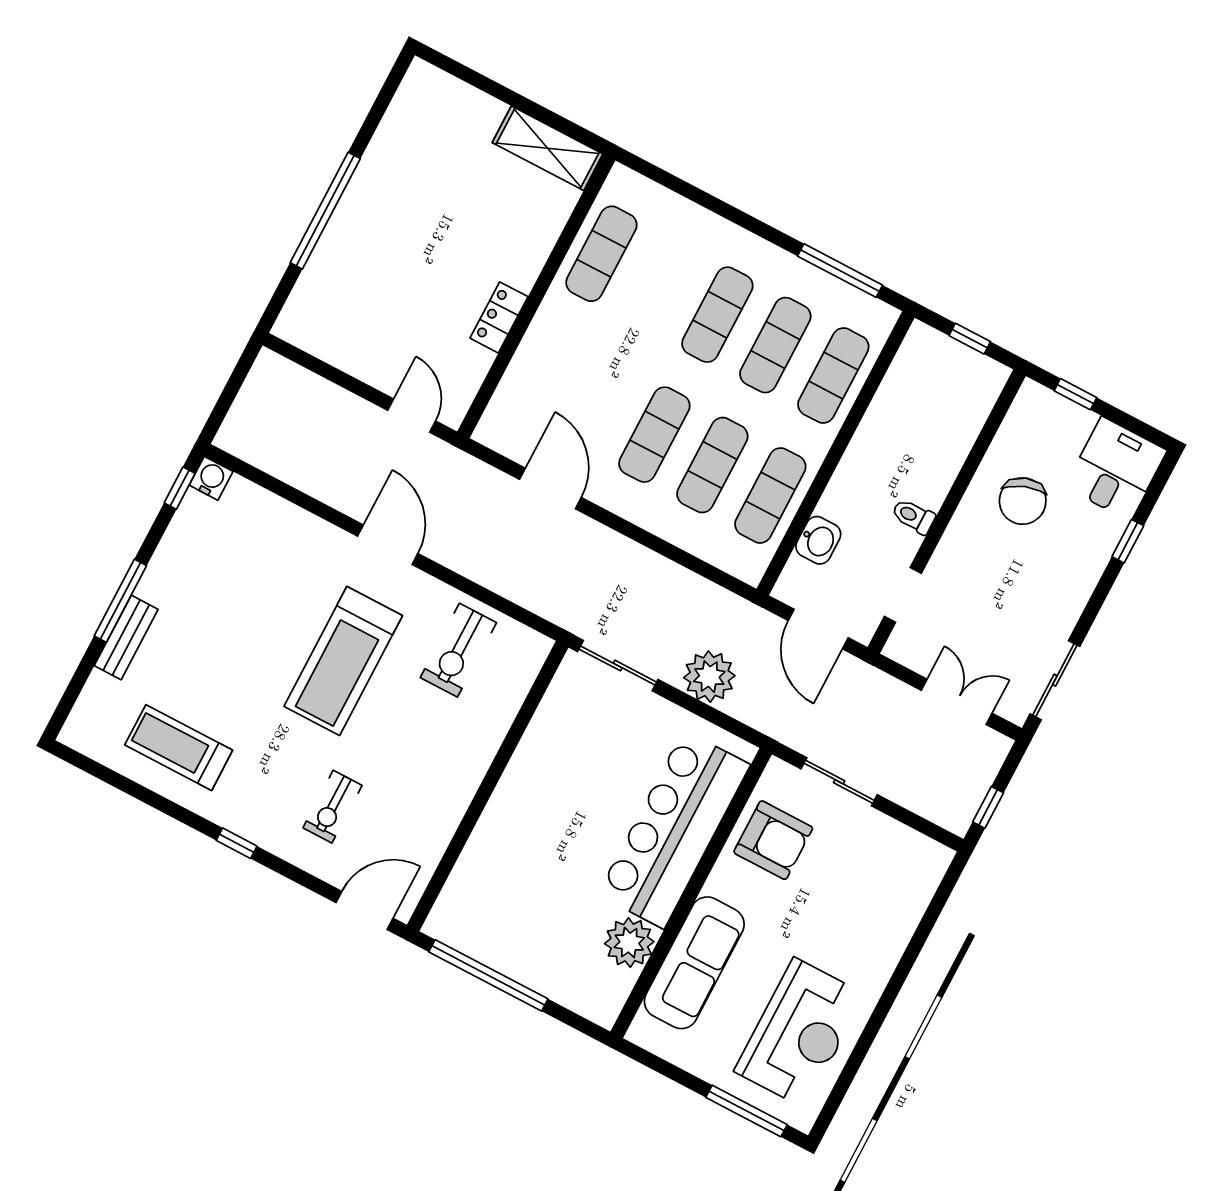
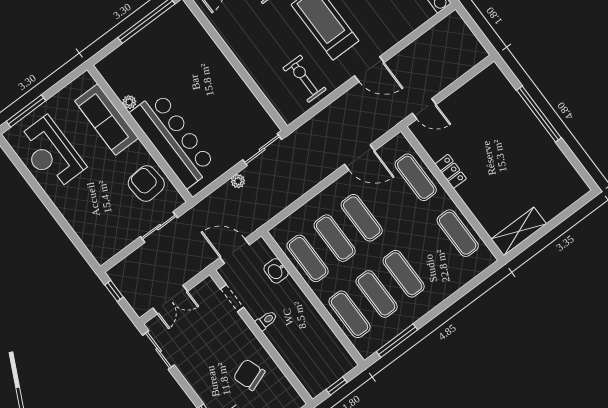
exercise mat: (538, 374) -> (416, 177), added
plant: (709, 677) -> (238, 181), width x0.53, depth x0.53
armchair: (773, 840) -> (146, 183), turned 85
plant: (629, 943) -> (129, 102), width x0.53, depth x0.53

